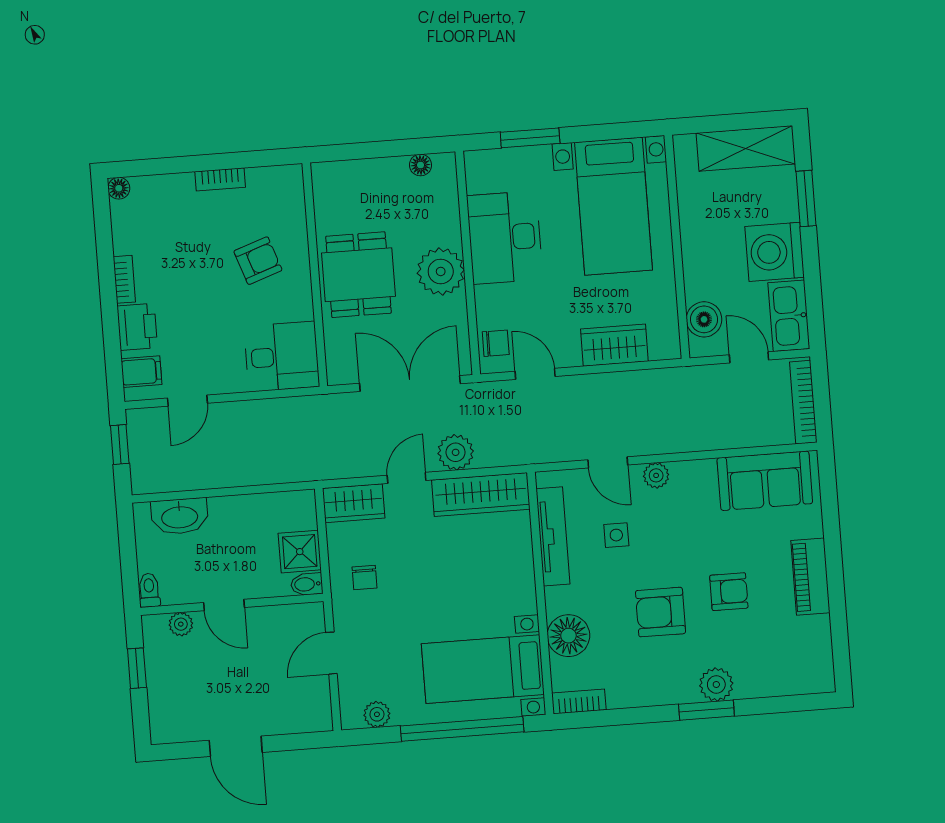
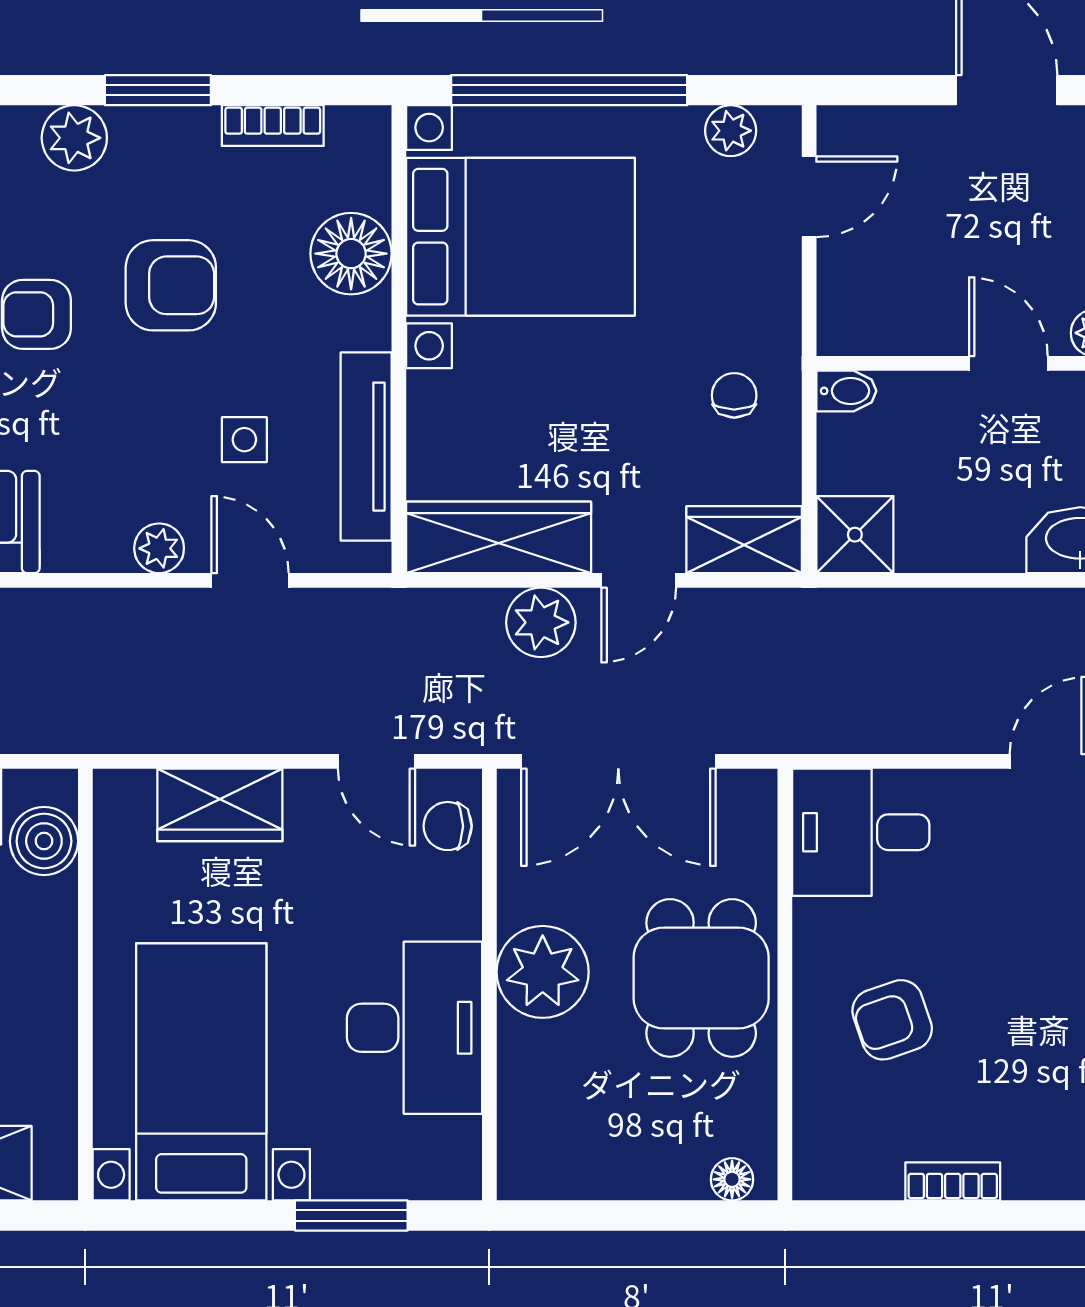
floor lamp: (421, 165) -> (732, 1179), moved
shower: (300, 552) -> (855, 535), moved
door: (331, 653) -> (809, 197), moved
bed with nightstands: (483, 669) -> (521, 237), width x1.36
bookcase: (579, 701) -> (273, 126), moved
window: (706, 710) -> (158, 90), moved

